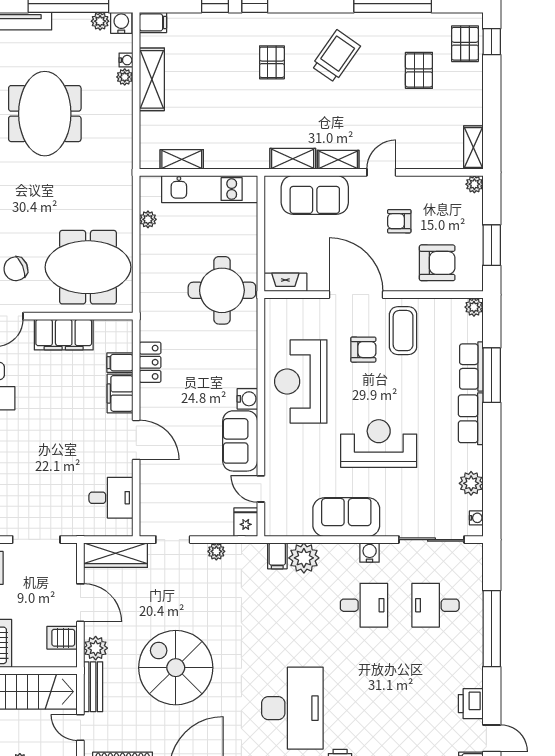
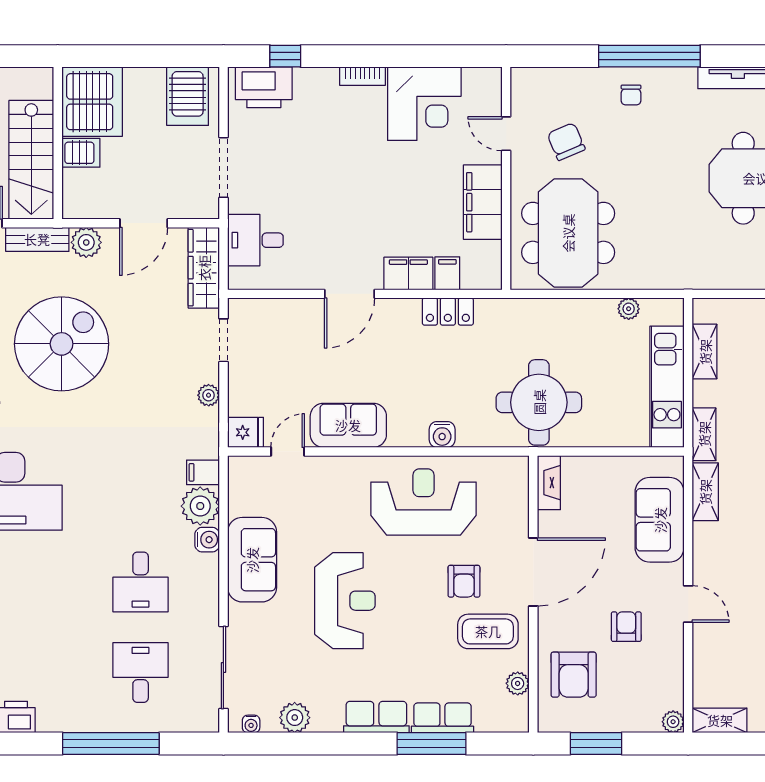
shelving: (338, 160) -> (704, 434), moved
plant: (474, 307) -> (518, 683), moved
water cooler: (247, 399) -> (442, 434), moved
desk: (111, 498) -> (255, 240), moved, turned 90
water cooler: (370, 553) -> (207, 540), moved
server rack: (62, 638) -> (81, 153), moved, turned 90

